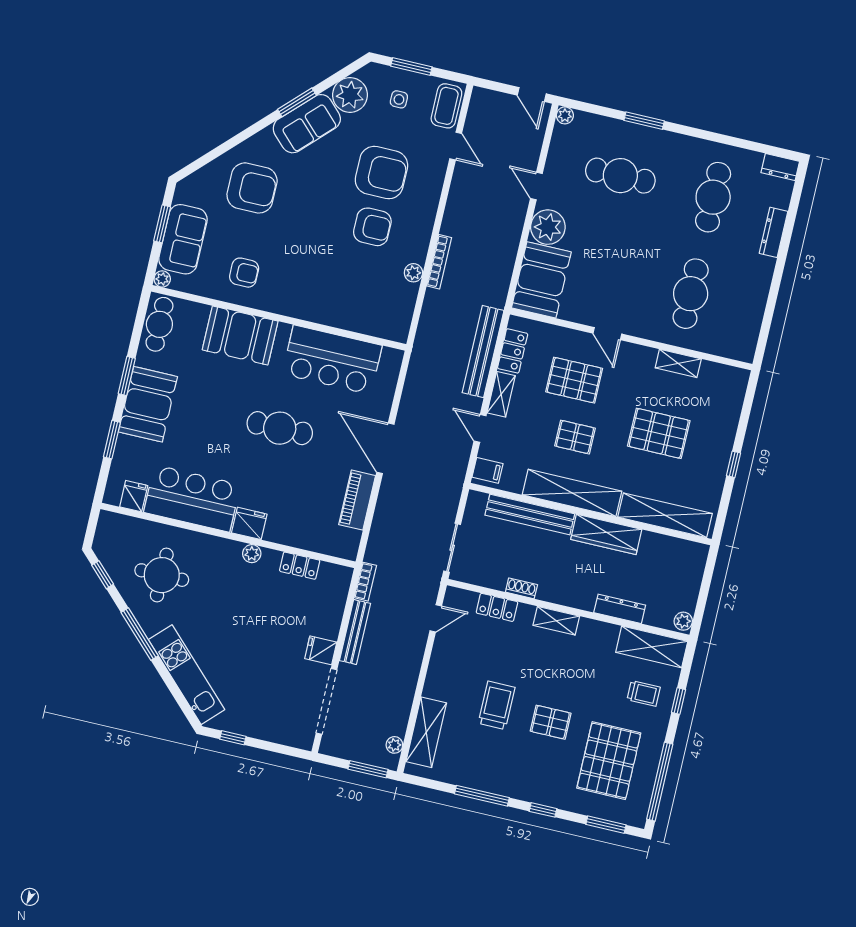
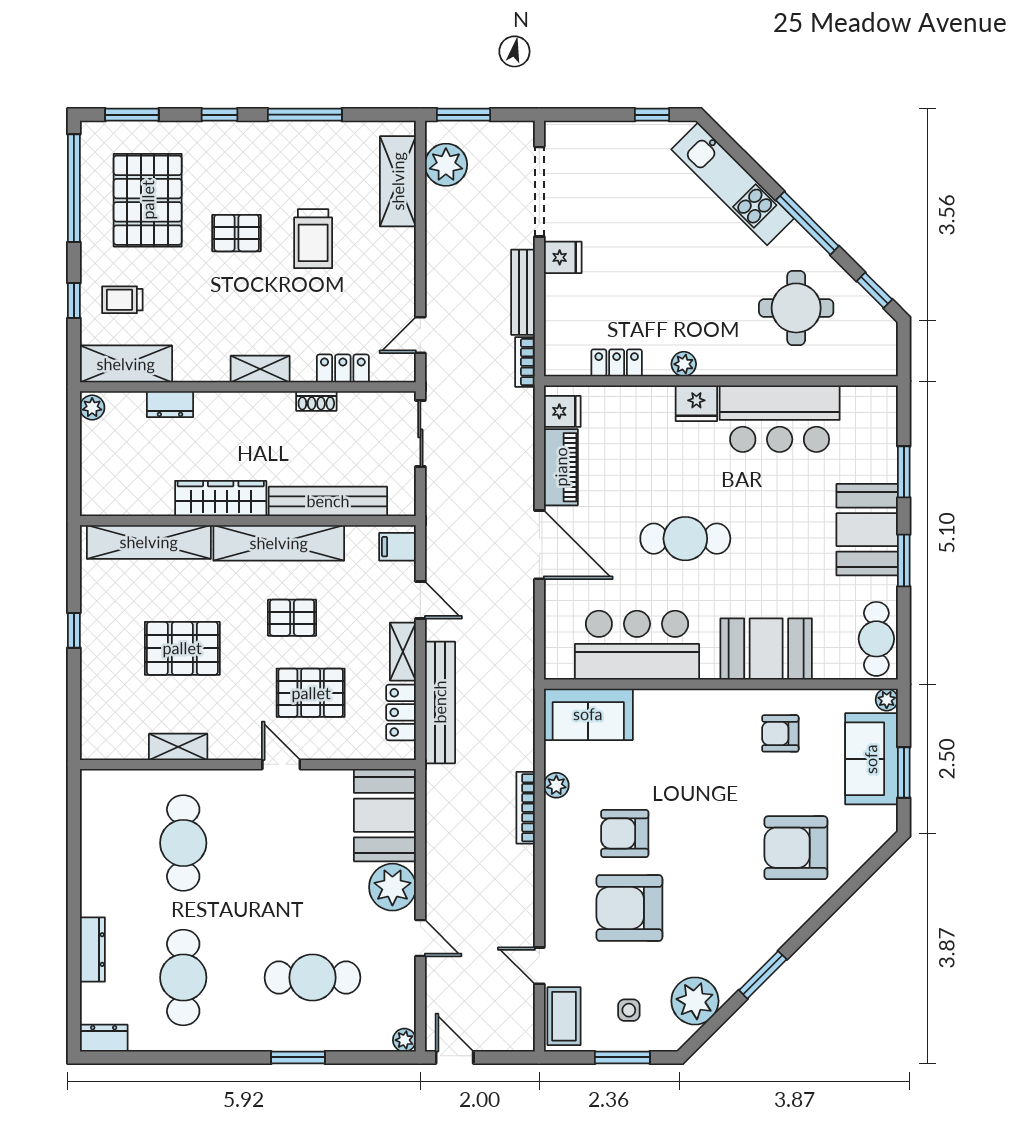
sofa: (307, 124) -> (588, 714), moved, turned -135
fridge: (134, 496) -> (562, 411), moved, turned -90
dresser: (620, 609) -> (170, 404), width x0.70
plant: (394, 745) -> (446, 165), width x1.88, depth x1.88

